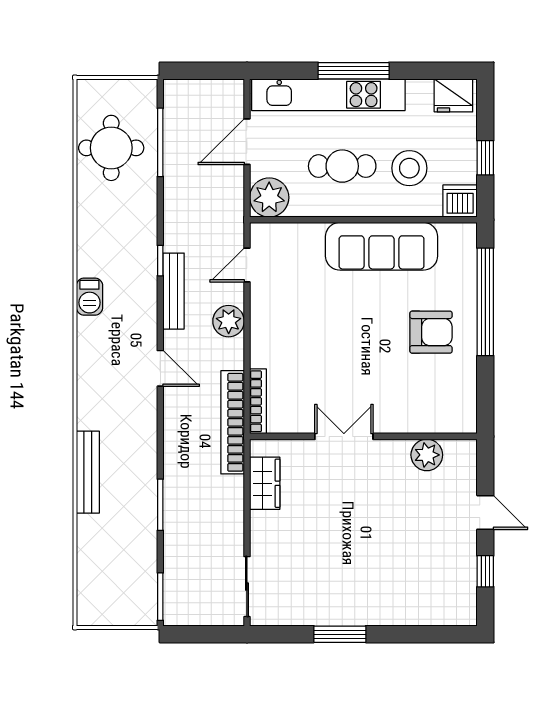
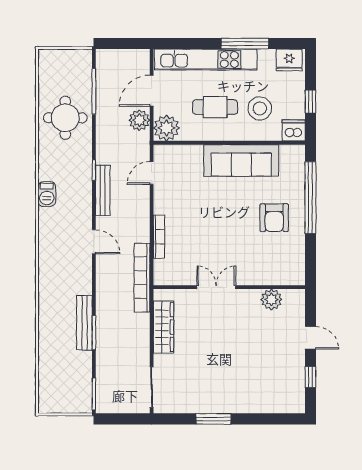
window: (354, 71) -> (245, 44), moved
round table: (111, 148) -> (65, 118), moved
plant: (229, 321) -> (139, 120), moved
armchair: (431, 332) -> (274, 218), turned 90
bookcase: (258, 401) -> (159, 237), moved
bench: (88, 472) -> (84, 323), moved
wardrobe: (265, 483) -> (164, 327), width x1.50

